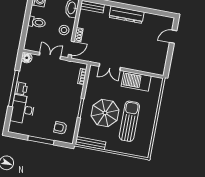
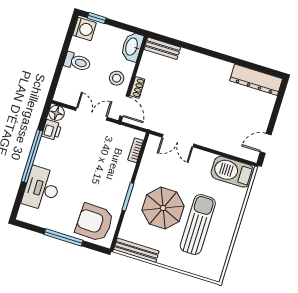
dresser: (127, 15) -> (256, 80), moved
door: (173, 37) -> (266, 143), moved
door: (71, 48) -> (124, 106), hinge flipped
barbecue: (136, 81) -> (232, 172), moved
printer: (21, 89) -> (52, 130), moved
armchair: (60, 128) -> (94, 222), width x1.88, depth x1.88

